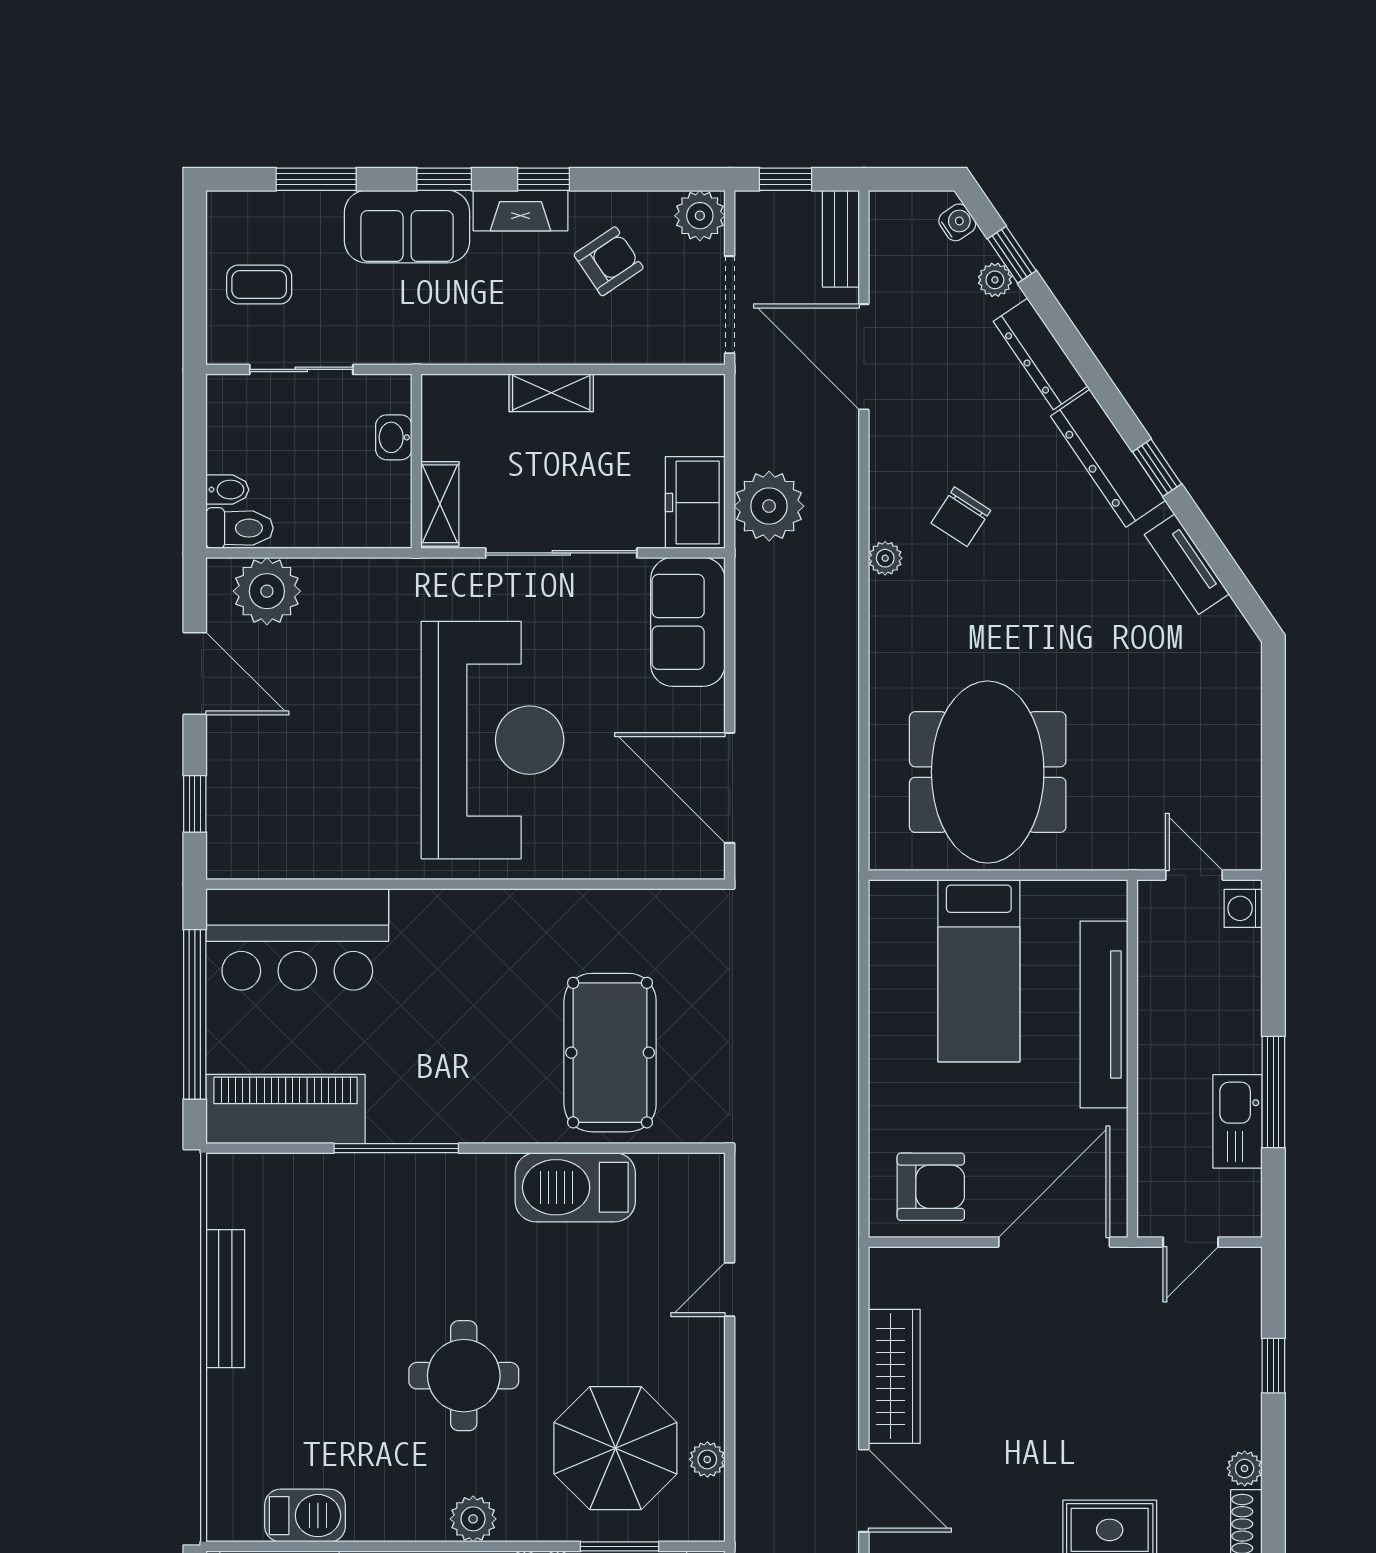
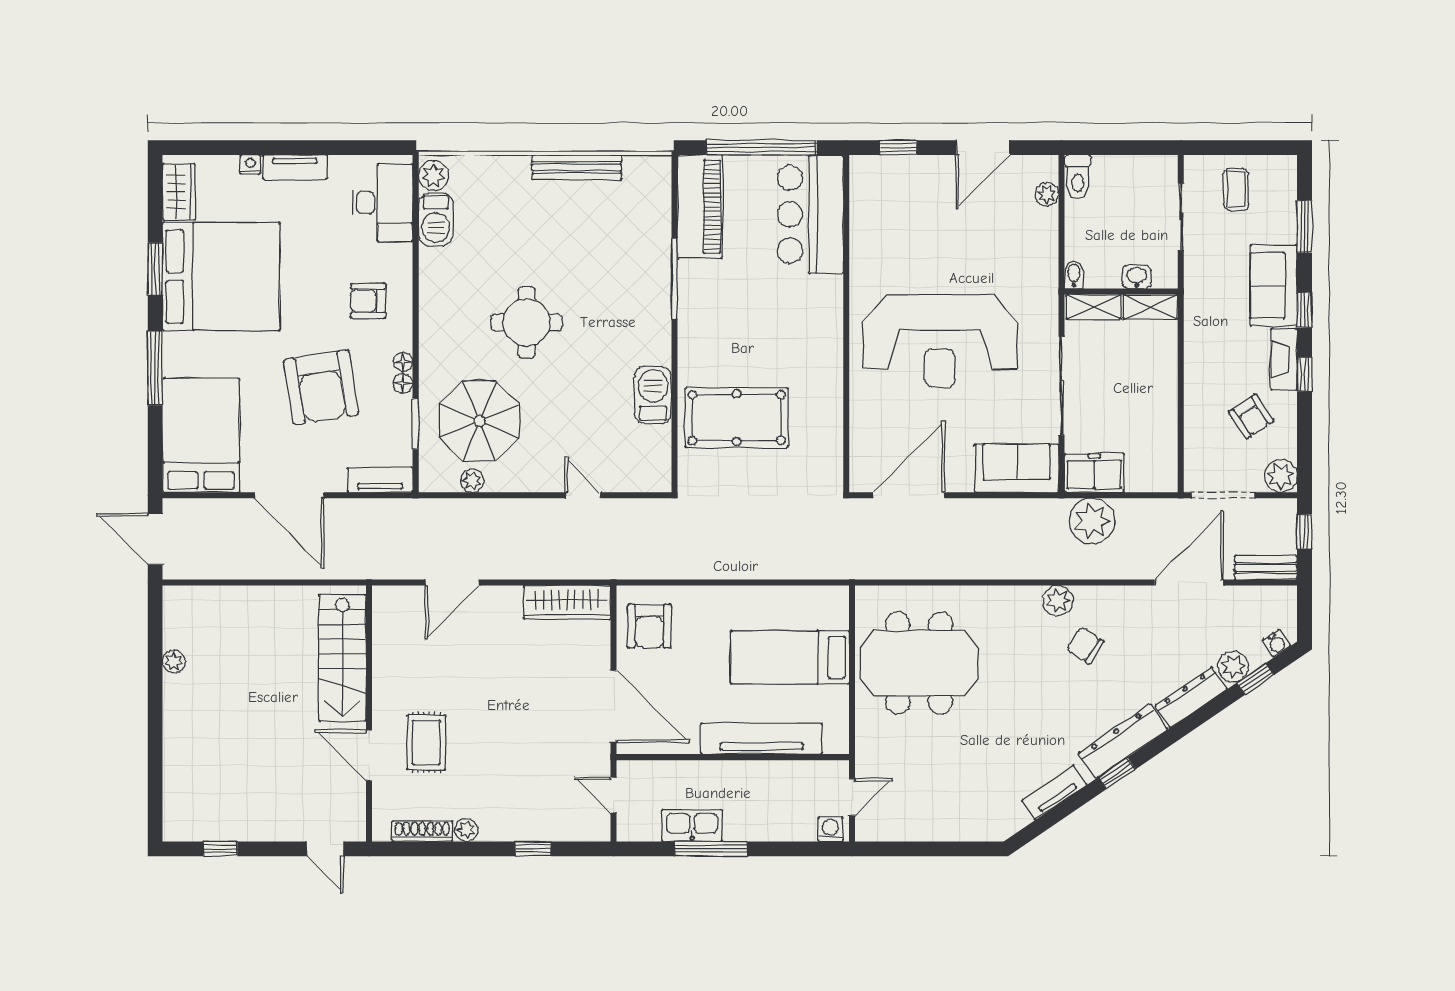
plant: (995, 280) -> (1233, 667), width x1.38, depth x1.38
shelving: (551, 393) -> (1151, 307), moved, turned 90
bidet: (227, 490) -> (1074, 275), moved, turned 180
plant: (885, 558) -> (1058, 601), width x1.38, depth x1.38
plant: (267, 591) -> (1047, 194), width x0.53, depth x0.53
barbecue: (575, 1187) -> (653, 395), width x0.73, depth x0.83
wardrobe: (894, 1376) -> (567, 602), moved
plant: (473, 1519) -> (433, 176), moved

